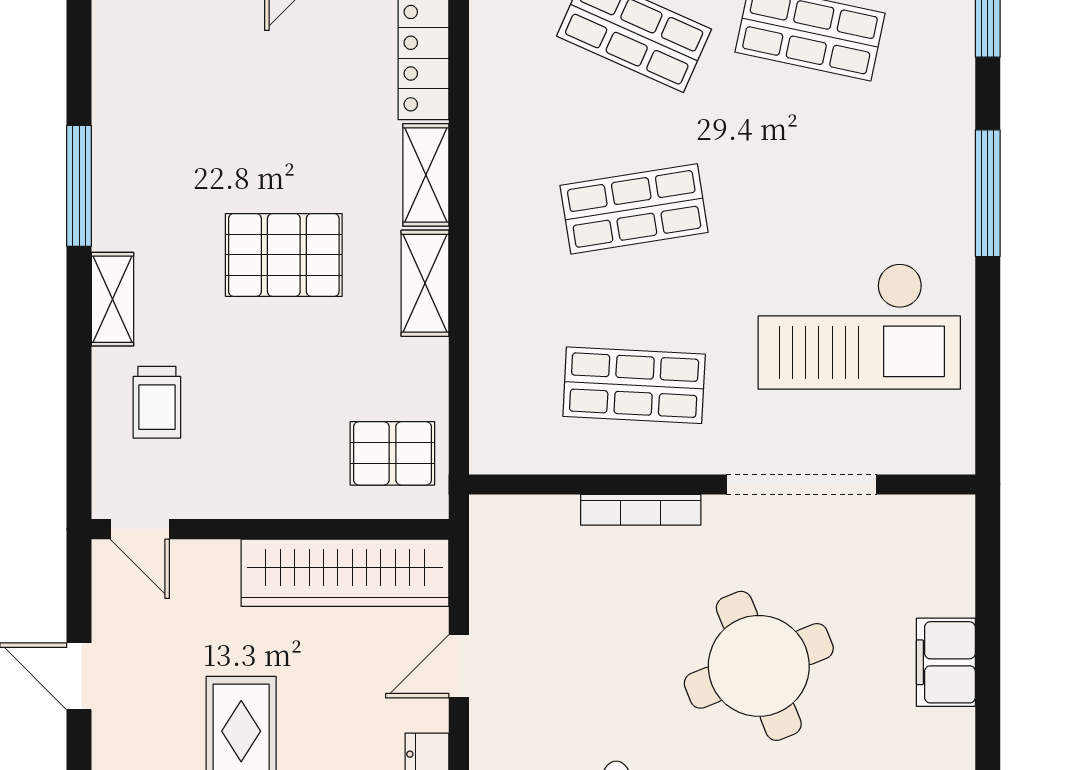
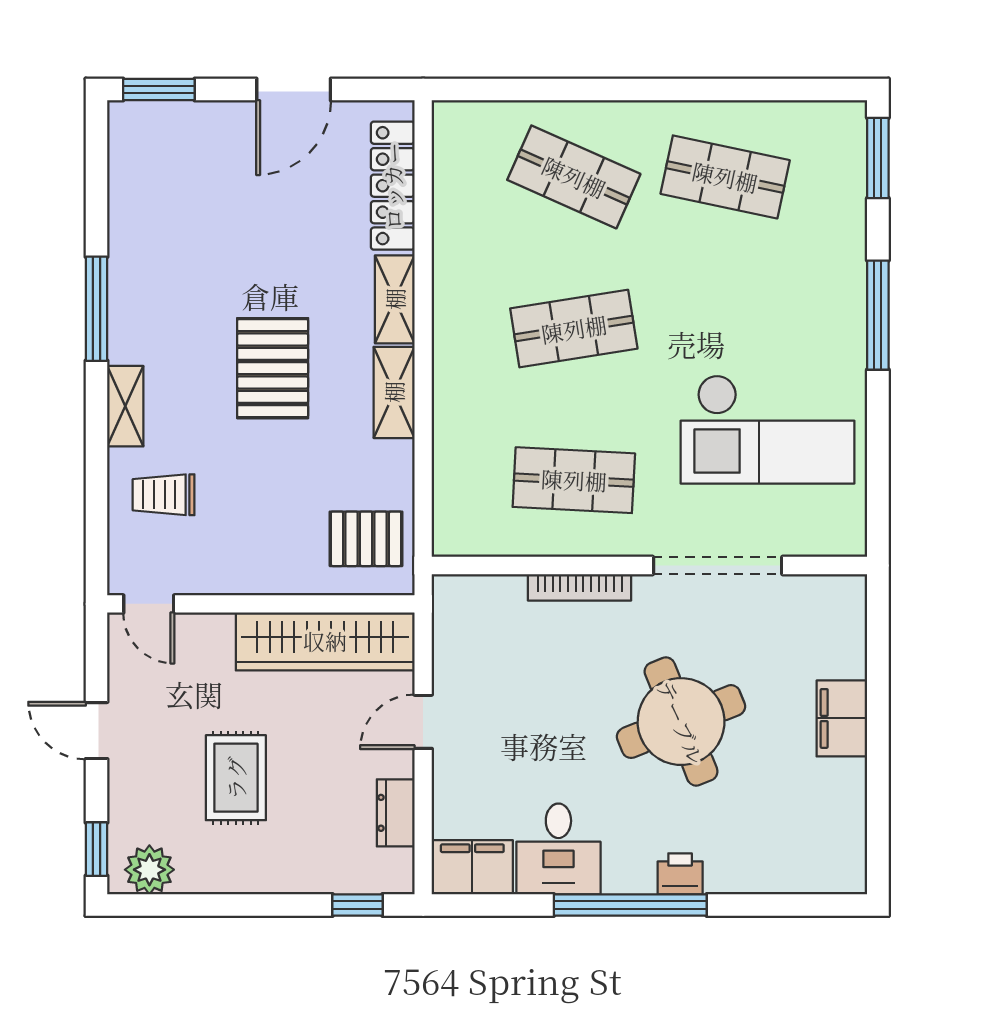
pallet: (284, 255) -> (273, 368), turned 90
trolley: (157, 402) -> (164, 495), turned 90

